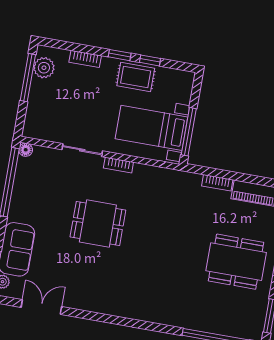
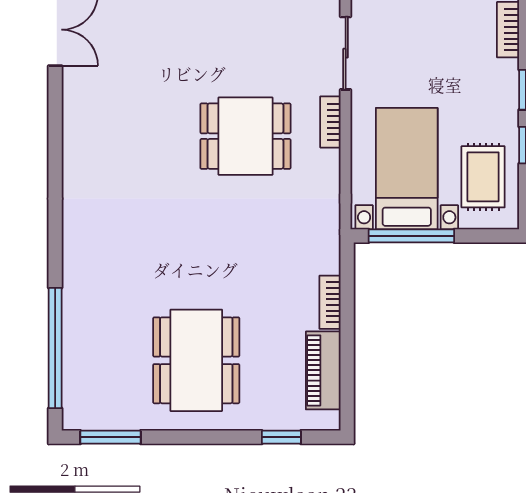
rug: (136, 77) -> (483, 177), moved
dining table: (98, 224) -> (245, 136), moved, turned 90

